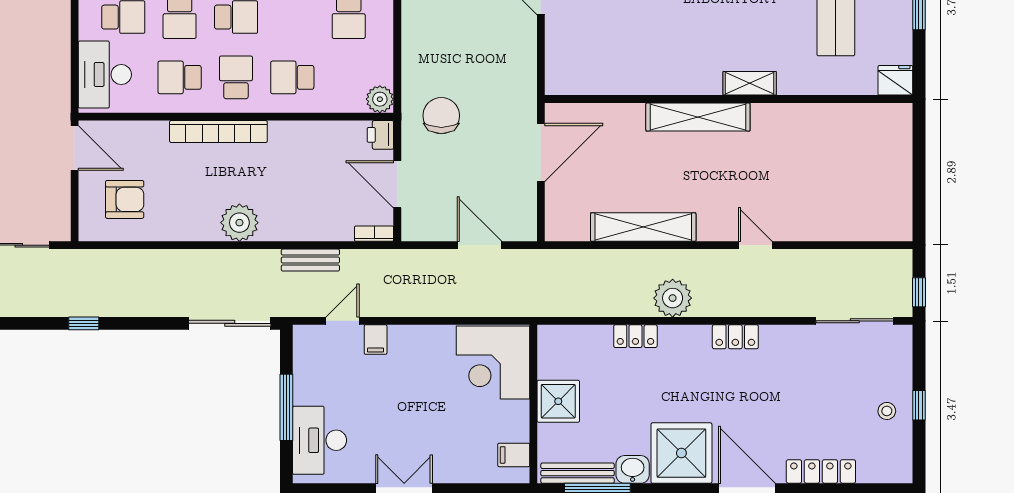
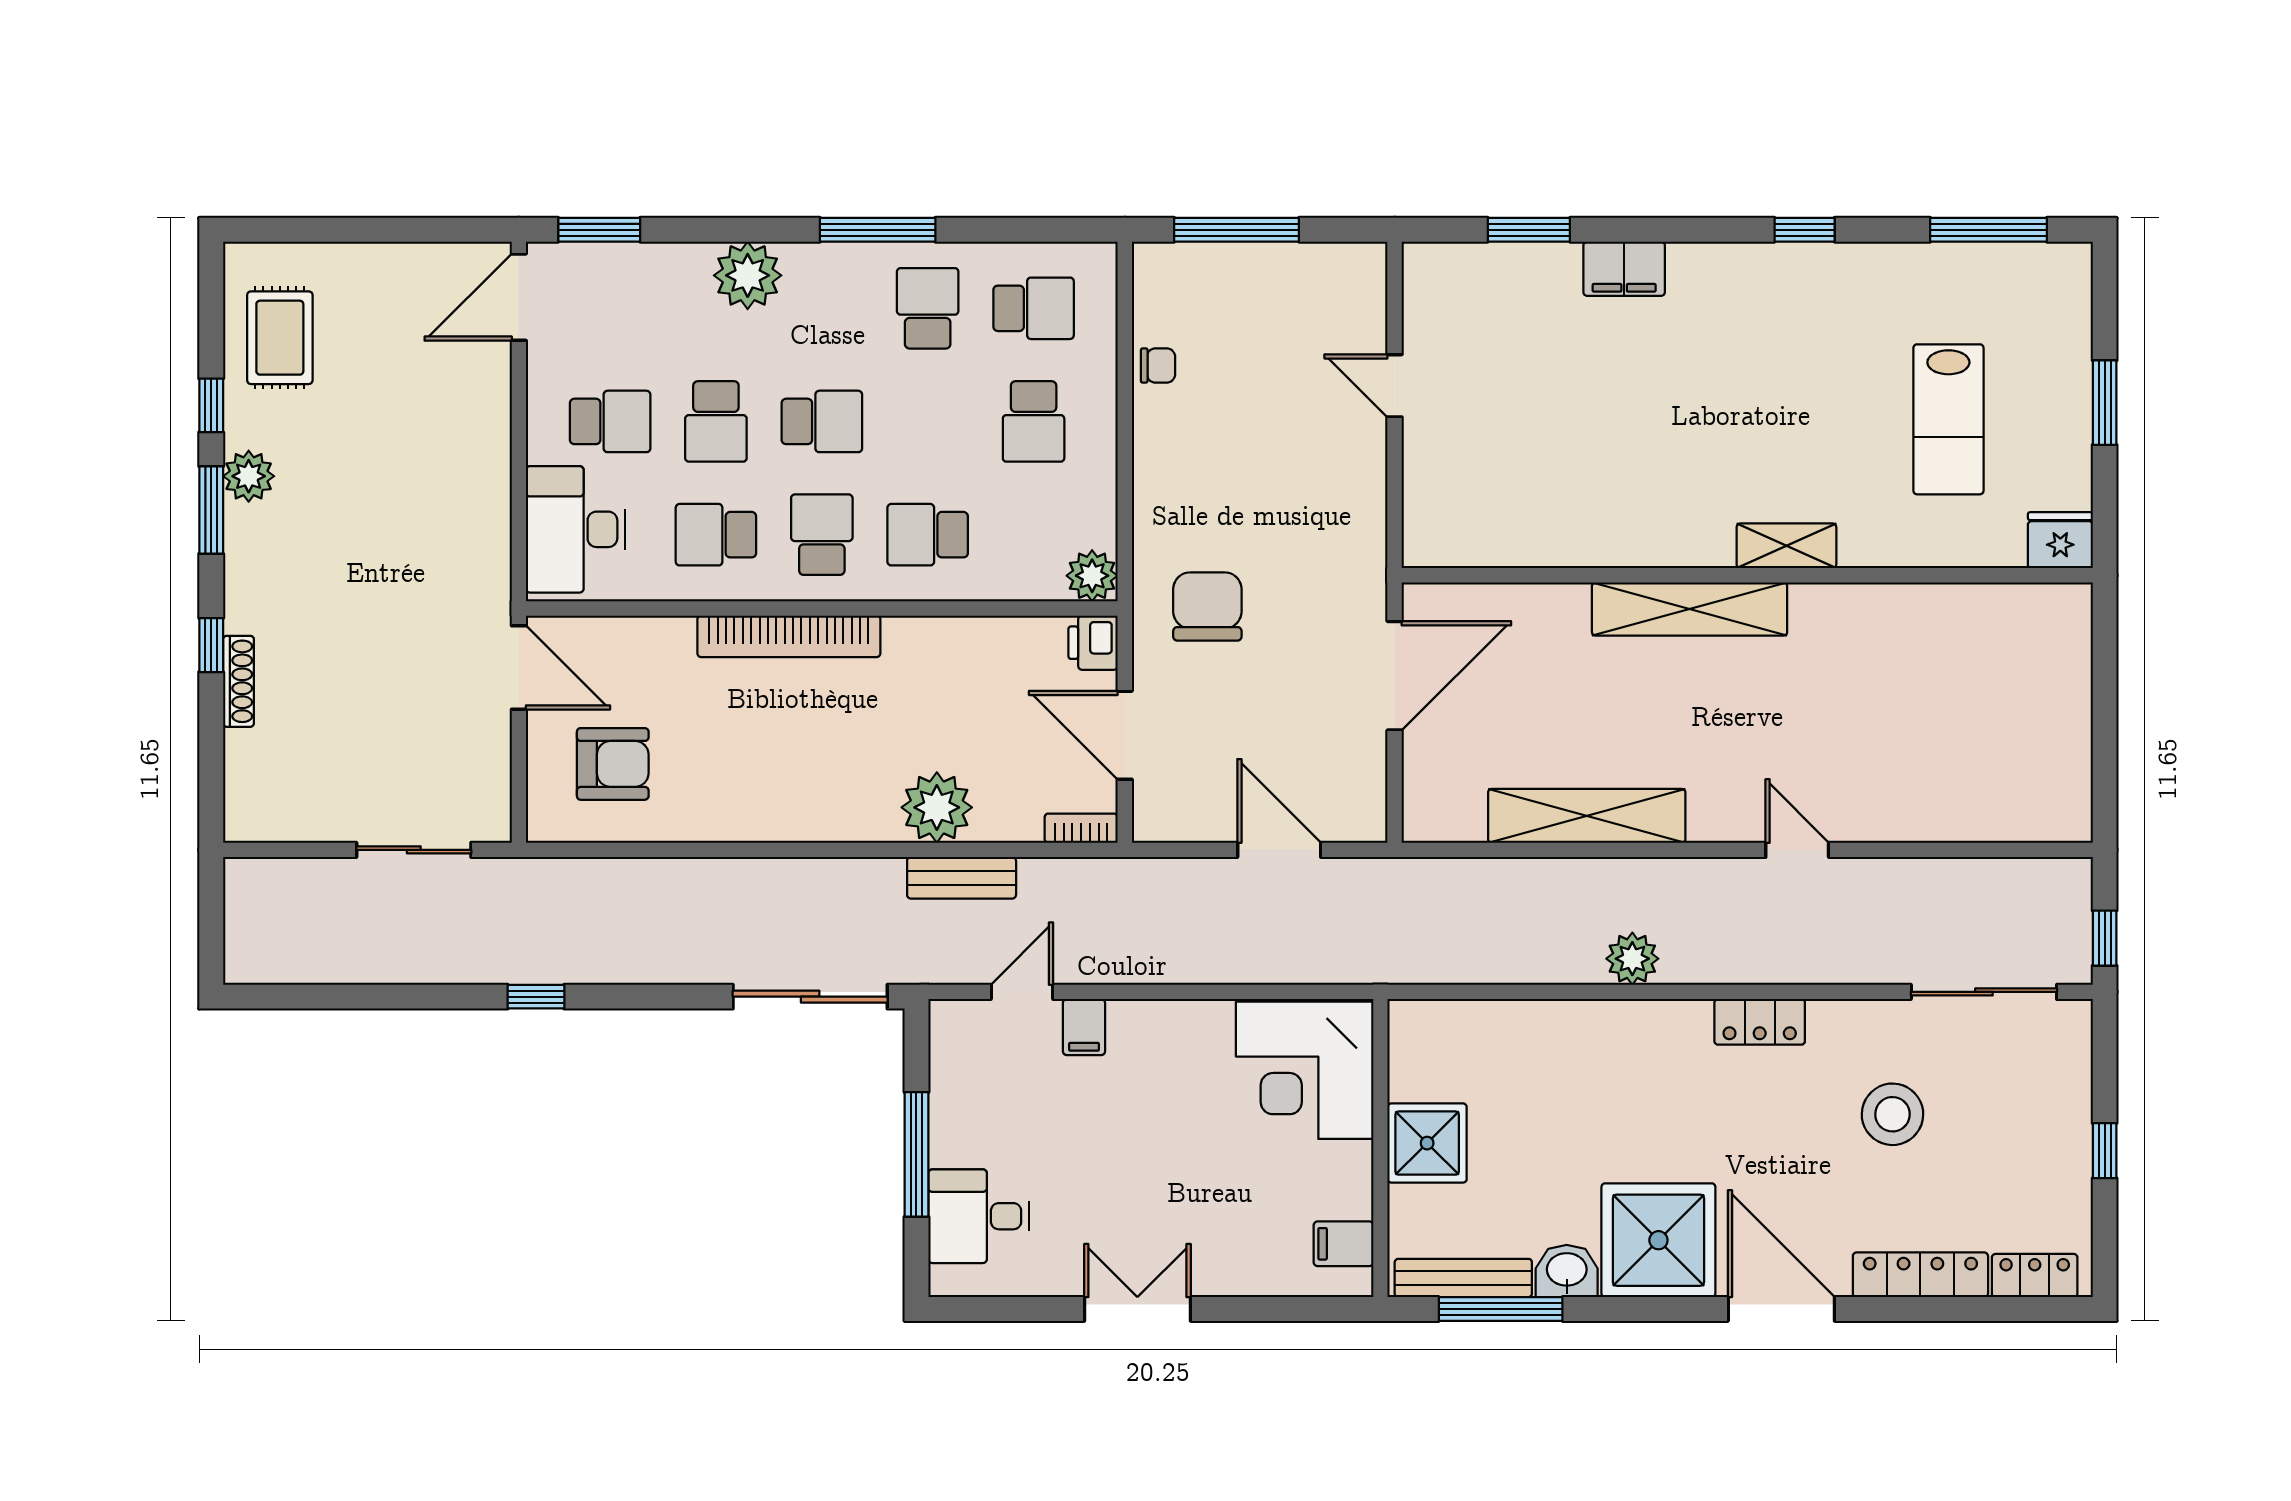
plant: (239, 223) -> (937, 807), moved
plant: (673, 298) -> (1632, 959), width x0.73, depth x0.73
locker: (635, 336) -> (2035, 1276), moved, turned 180
stool: (887, 411) -> (1892, 1114), moved, width x1.89, depth x1.89
desk: (320, 440) -> (979, 1216), width x0.73

